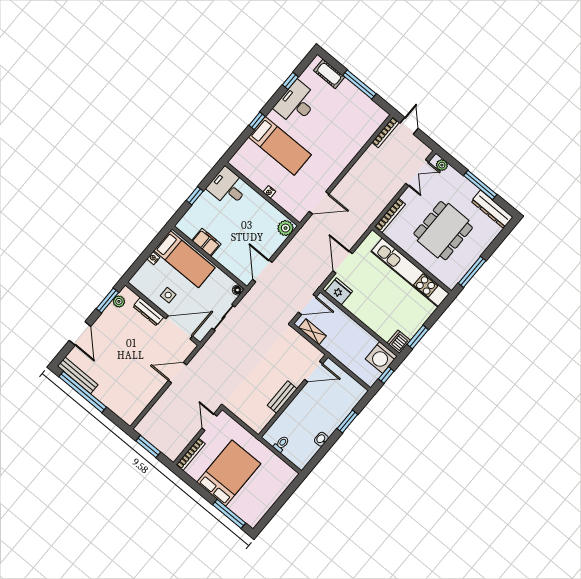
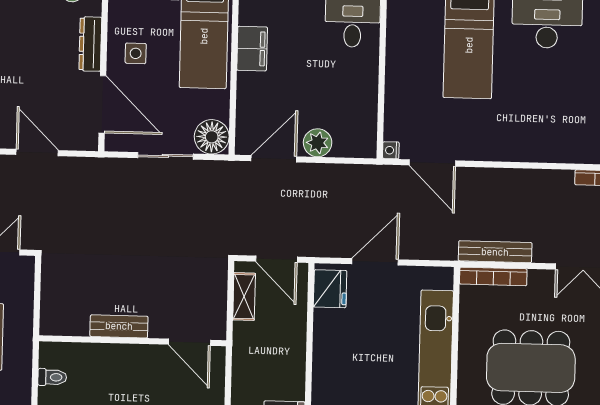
nightstand: (269, 192) -> (391, 150), moved
bench: (380, 206) -> (495, 252), added
plant: (286, 228) -> (318, 143), moved
floor lamp: (238, 290) -> (212, 137), width x1.89, depth x1.89

